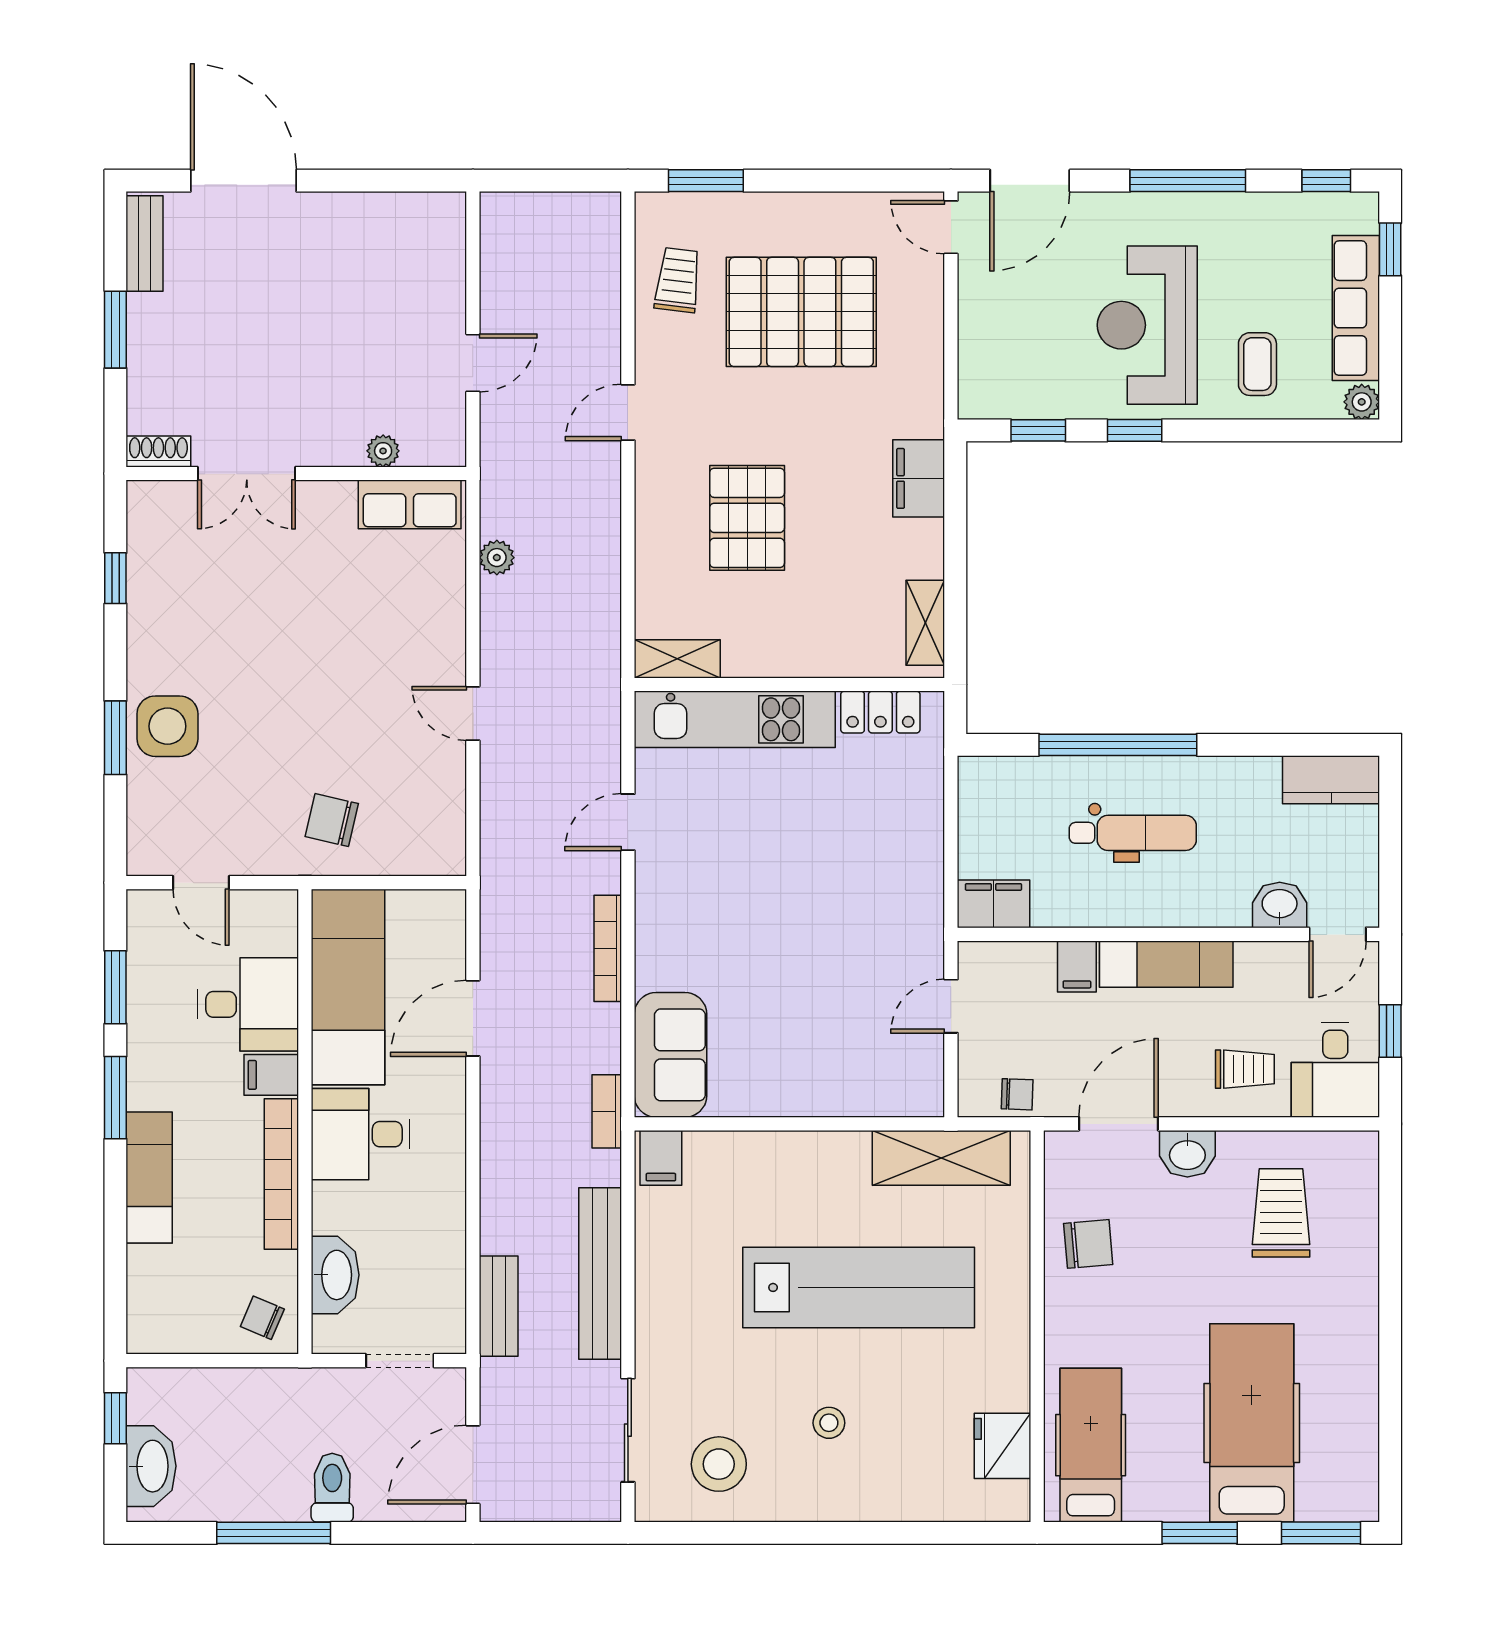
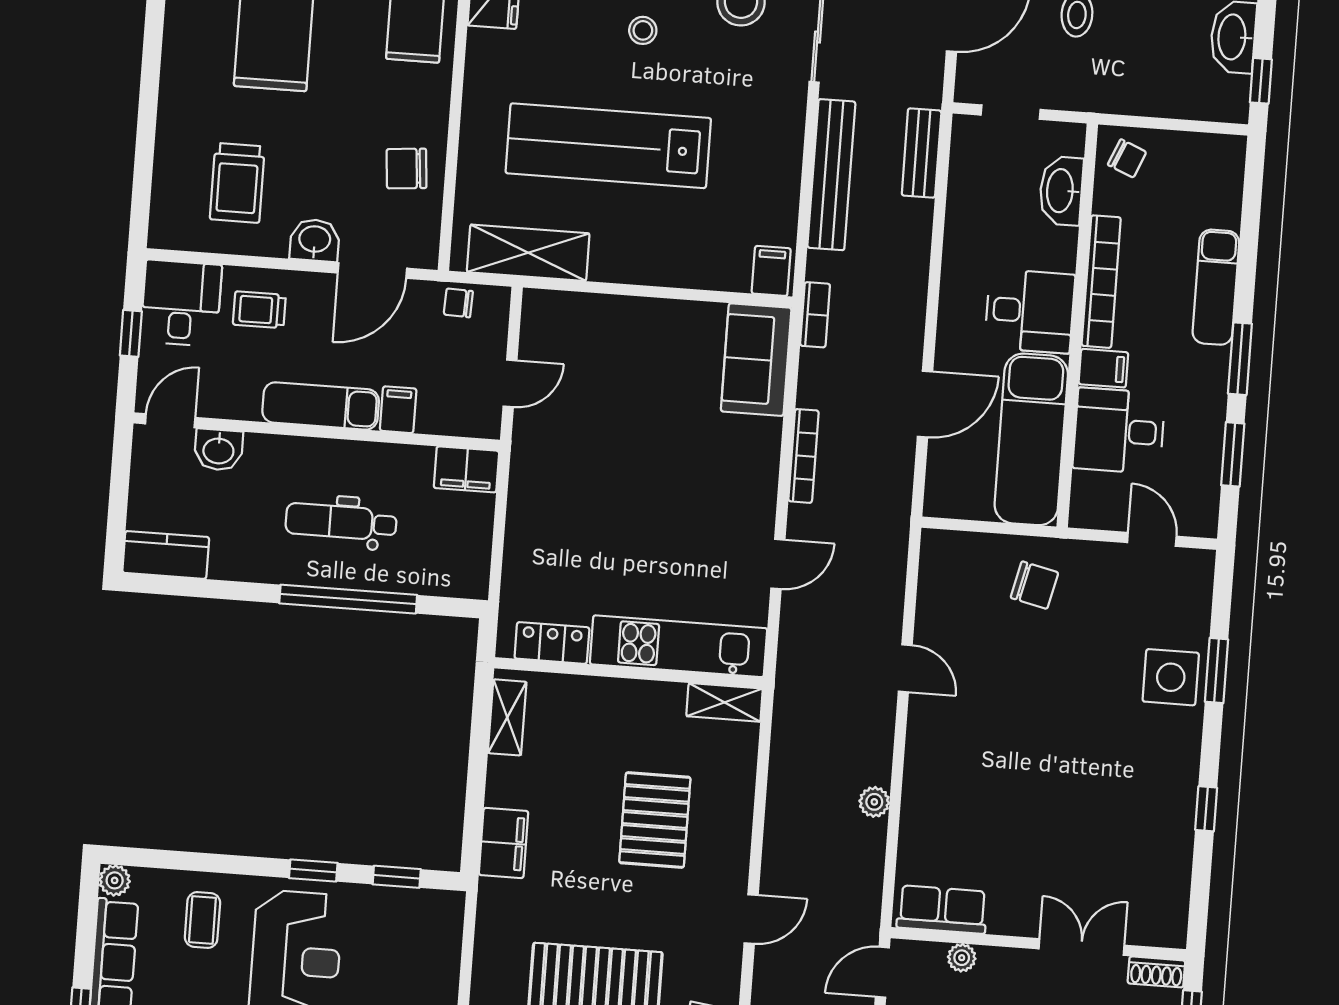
shoe rack: (158, 451) -> (1156, 972), moved
plant: (383, 451) -> (962, 958), moved
double door: (247, 474) -> (1082, 947), moved
wall: (296, 474) -> (1038, 944), moved
row of seats: (410, 504) -> (942, 910), moved

